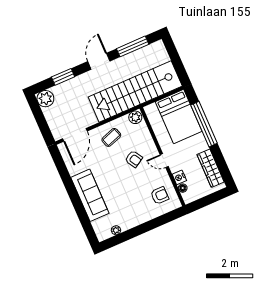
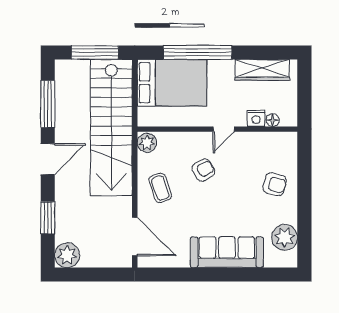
door: (99, 61) -> (48, 159), swing flipped
window: (177, 61) -> (95, 52), added
armchair: (160, 196) -> (275, 184), moved, turned 105
plant: (116, 230) -> (285, 237), width x1.88, depth x1.88

